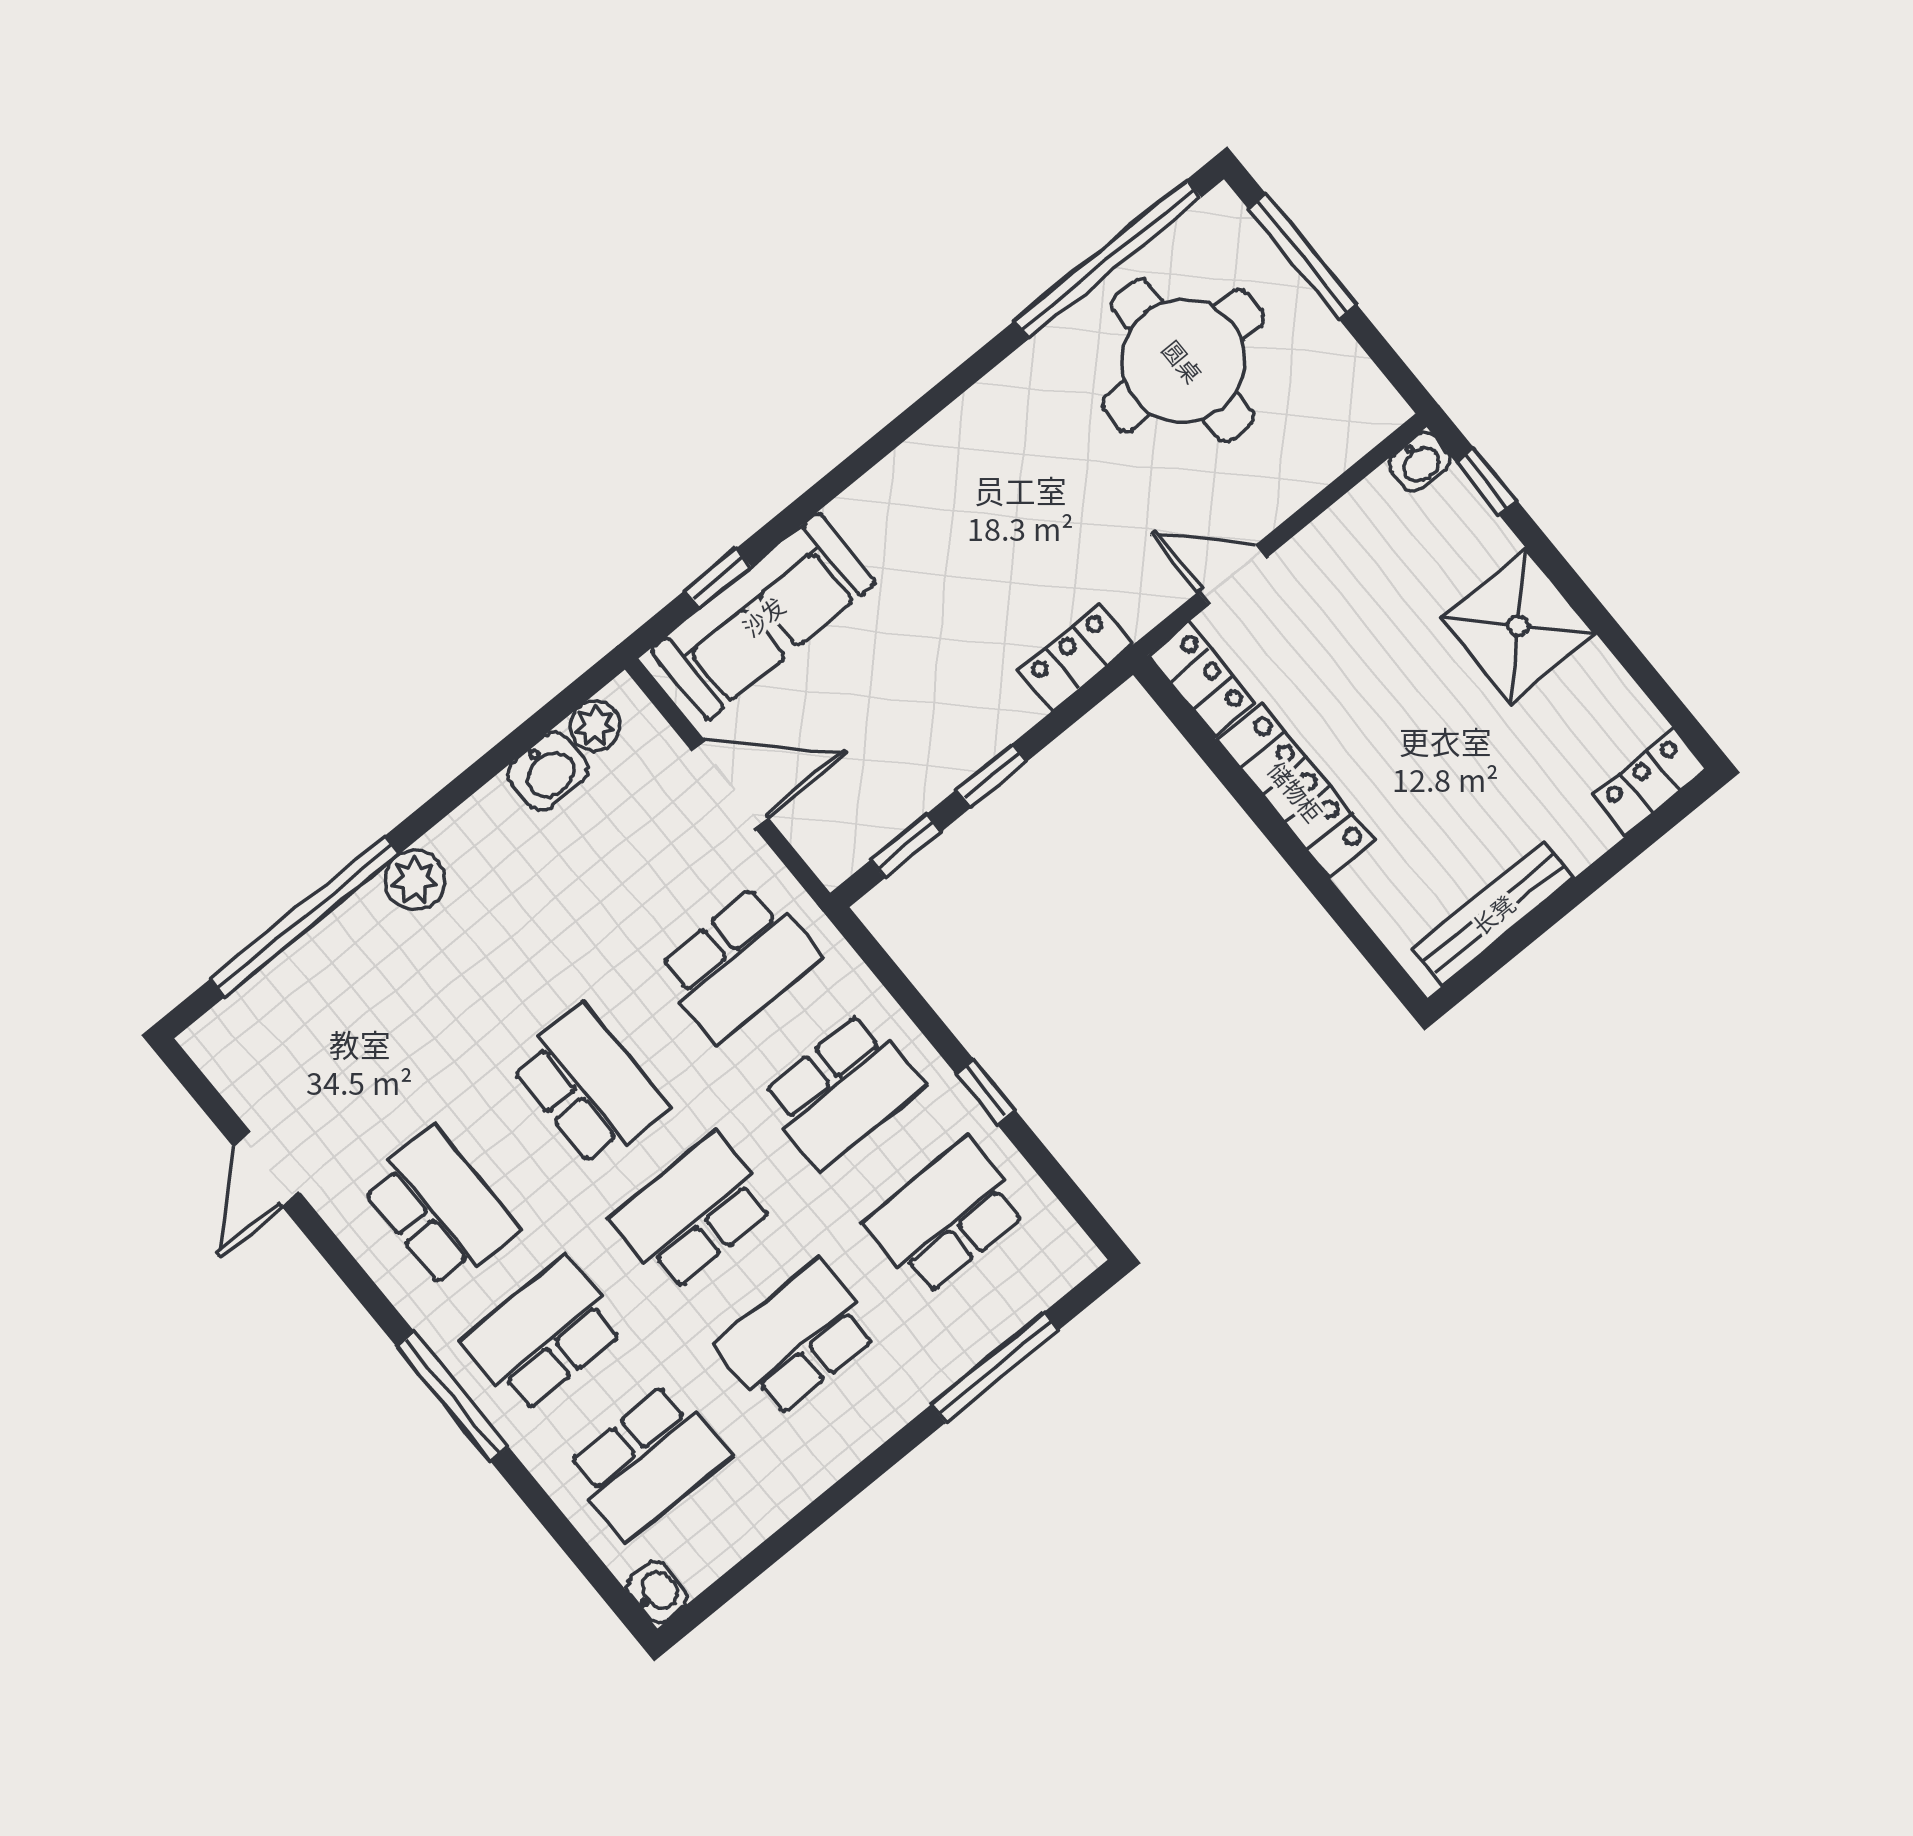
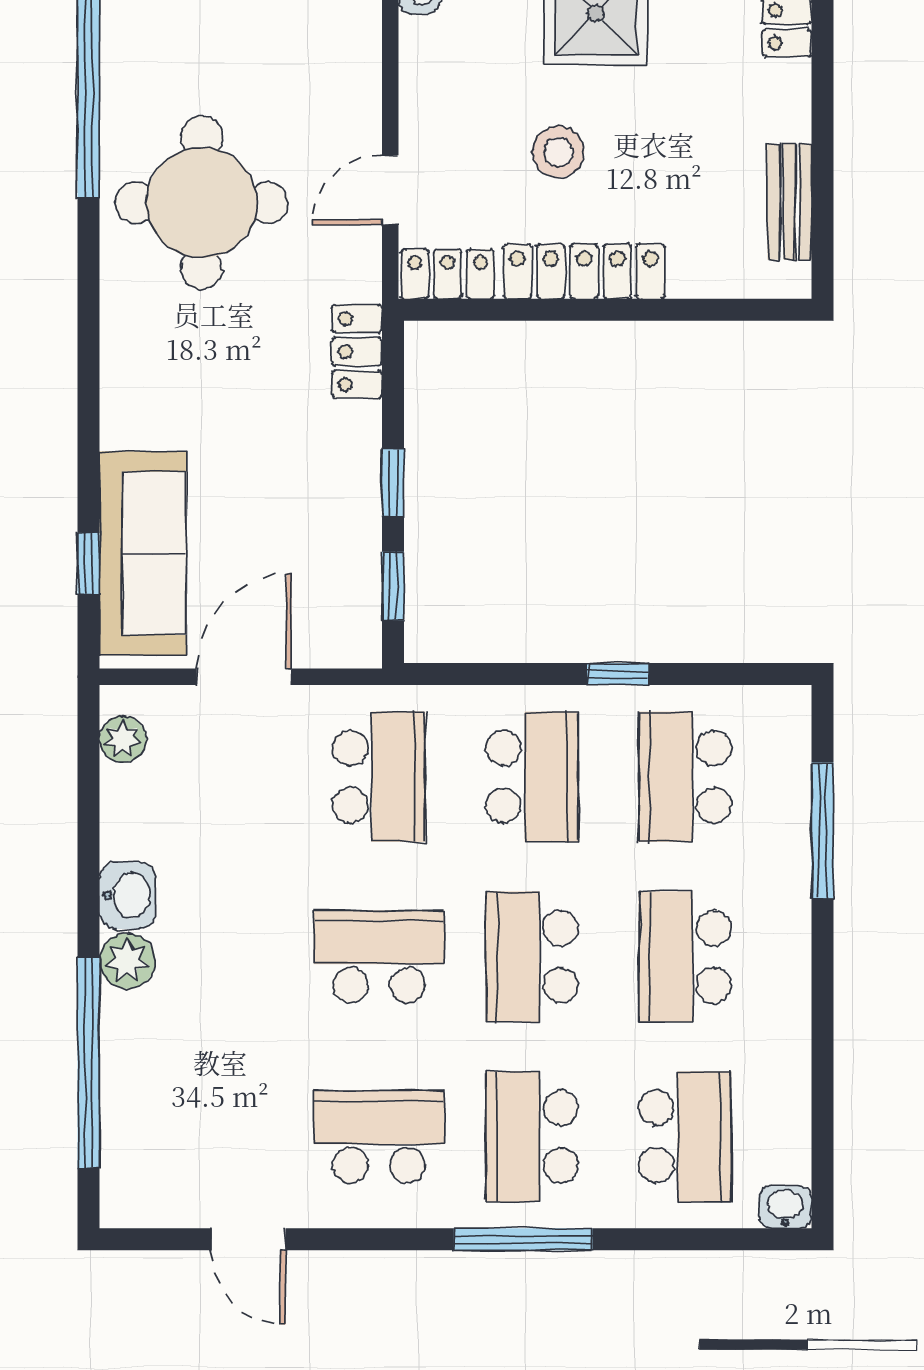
round table: (1183, 361) -> (202, 203), moved
stool: (1378, 688) -> (558, 152), added
washbasin: (548, 771) -> (128, 895), moved
bench: (1493, 914) -> (789, 202), width x0.73

